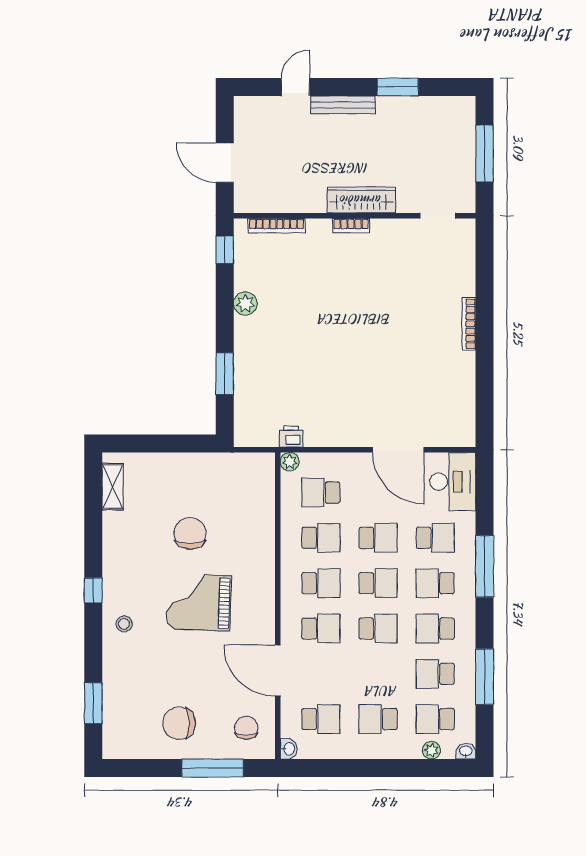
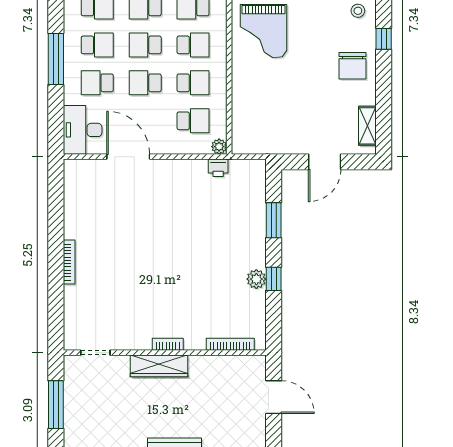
window: (225, 250) -> (274, 279), moved
door: (164, 444) -> (325, 162), added
chair: (190, 533) -> (353, 66), moved
school desk: (321, 538) -> (193, 83), turned 180
school desk: (321, 583) -> (193, 45), turned 180
grand piano: (199, 602) -> (264, 31), moved, turned 88

